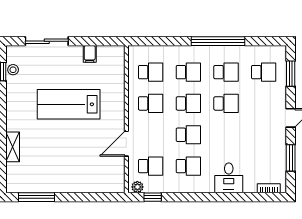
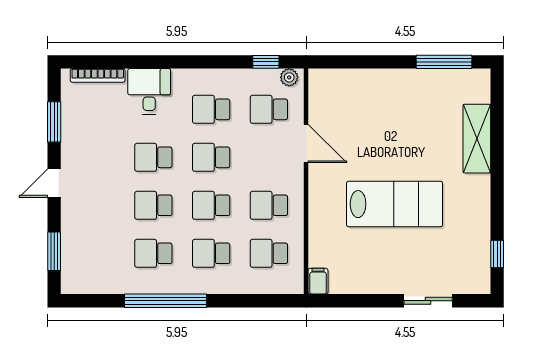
sliding door: (47, 41) -> (428, 301), width x0.73
filing cabinet: (90, 54) -> (318, 281), moved
stool: (13, 70) -> (480, 257), removed
school desk: (264, 72) -> (153, 157), moved
door: (126, 144) -> (306, 144), hinge flipped
shelving: (13, 147) -> (477, 139), width x1.50, depth x1.33
bookcase: (269, 188) -> (98, 75), width x1.56

